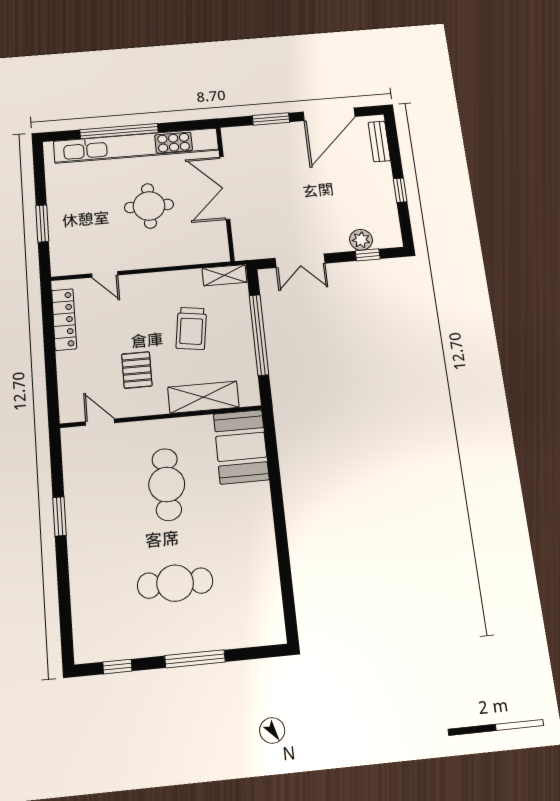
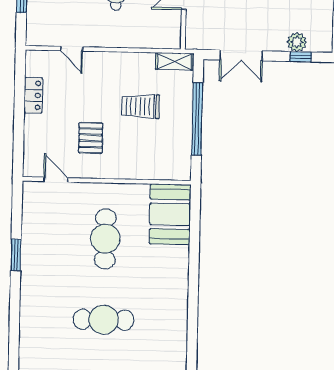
locker: (64, 319) -> (33, 95), width x0.66
trolley: (191, 328) -> (140, 106), turned 82
shelving: (203, 397) -> (144, 168), removed

